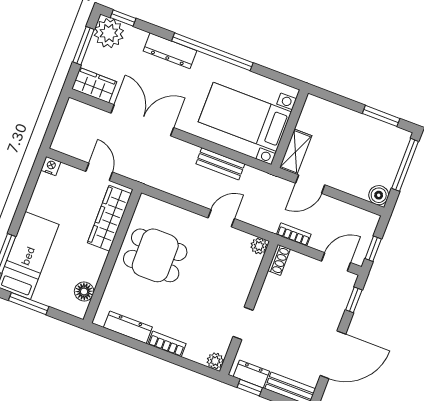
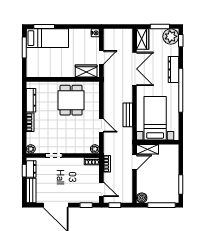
door: (310, 184) -> (134, 162), swing flipped
wardrobe: (109, 218) -> (86, 71), width x0.67
floor lamp: (84, 291) -> (40, 72), removed

